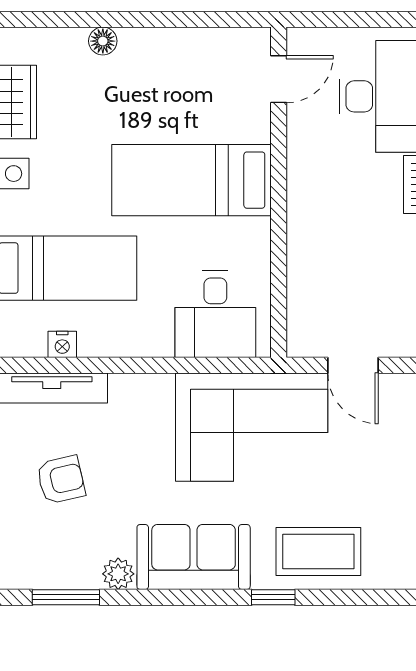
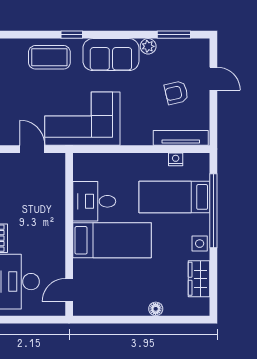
desk: (215, 314) -> (94, 201), moved, turned -90

